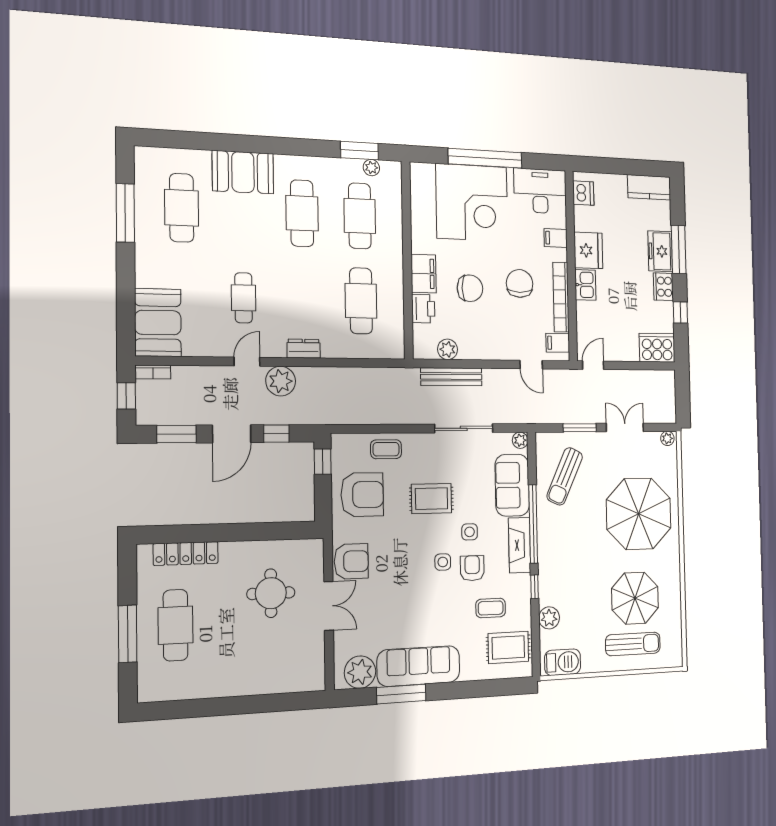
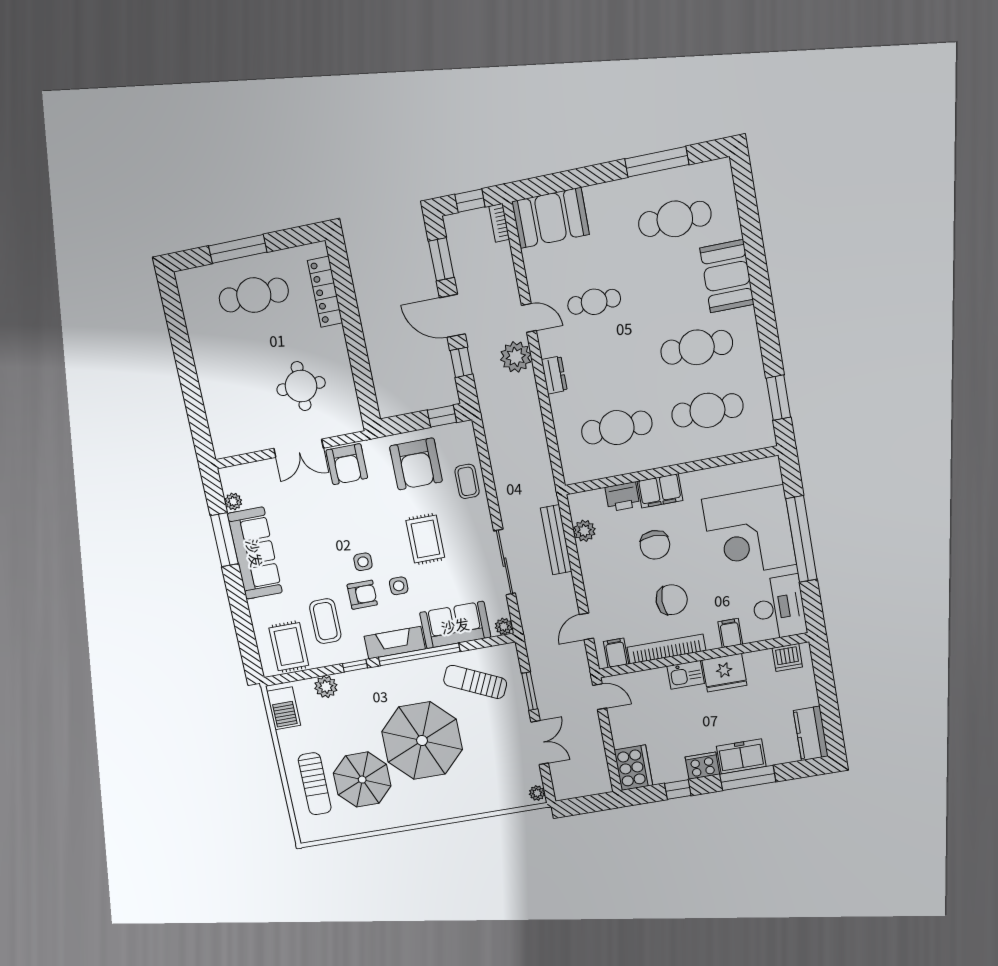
plant: (371, 168) -> (763, 414), removed
parasol: (639, 514) -> (422, 740), moved
coffee table: (491, 608) -> (325, 621), width x1.36, depth x1.30
plant: (360, 672) -> (233, 501), width x0.53, depth x0.53

